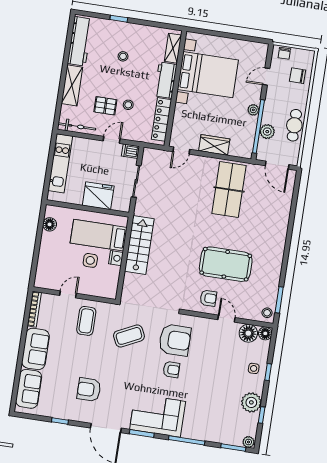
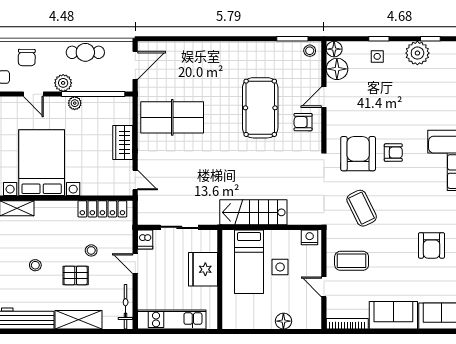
workbench: (166, 80) -> (56, 211), removed
pallet: (105, 106) -> (76, 276), moved, turned 90
plant: (267, 132) -> (63, 83), moved
floor lamp: (50, 224) -> (283, 321), moved
nightstand: (116, 258) -> (310, 237), moved
armchair: (208, 298) -> (303, 122), turned -90
armchair: (171, 370) -> (393, 153), turned 90

